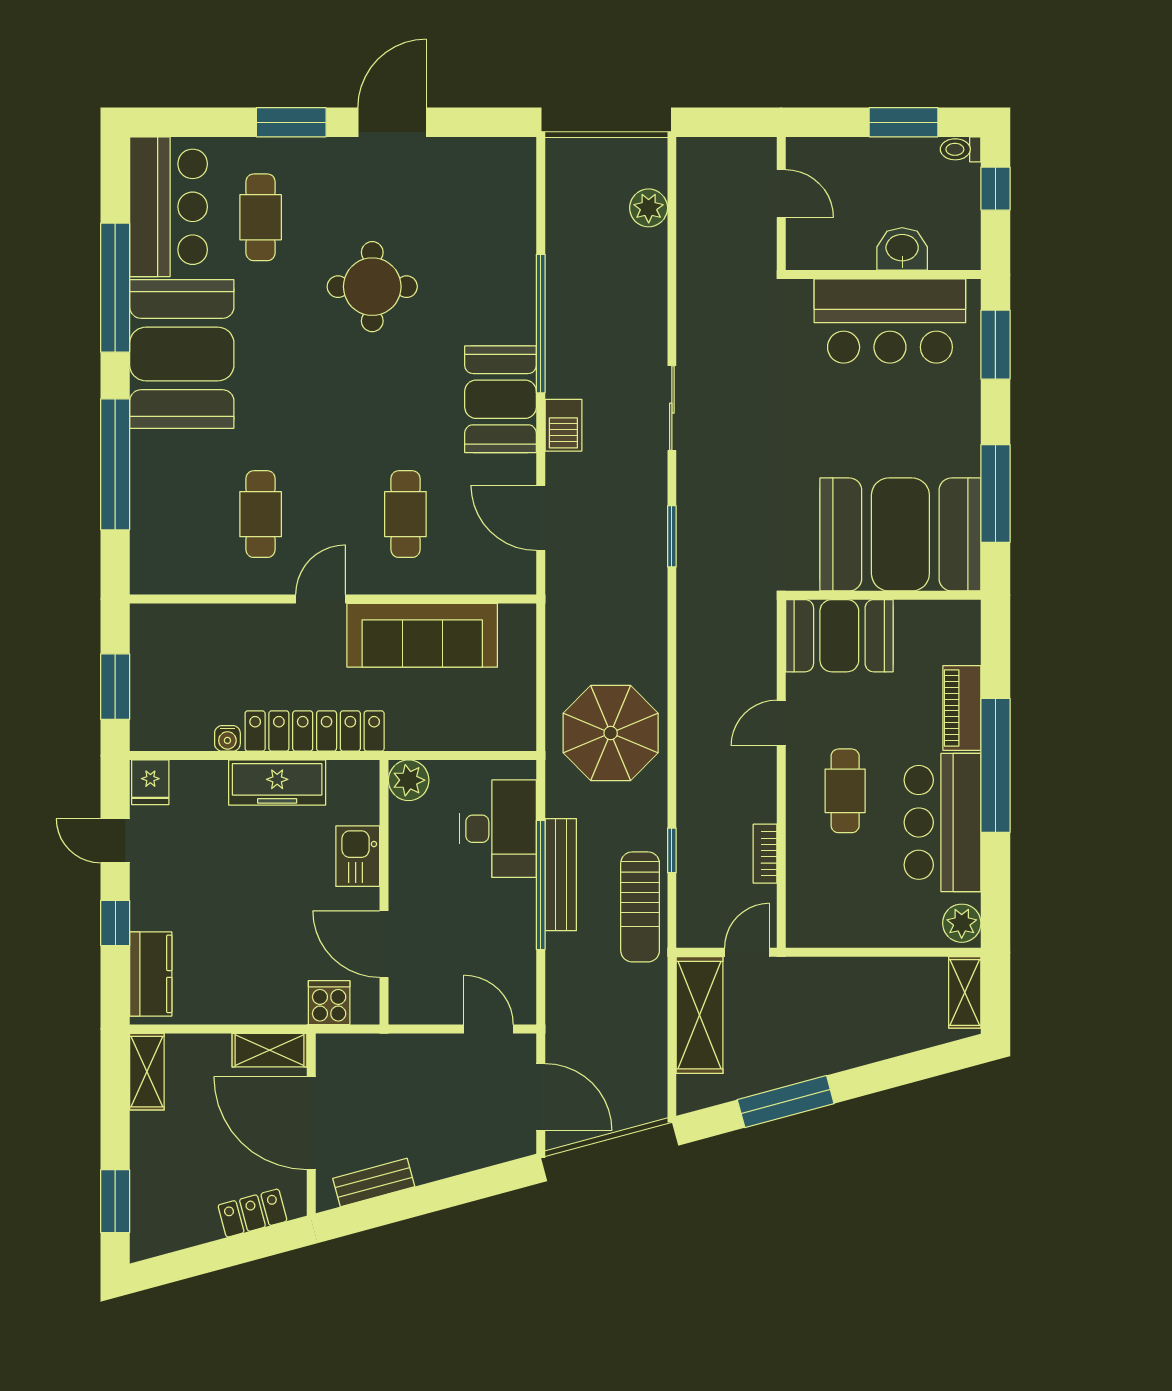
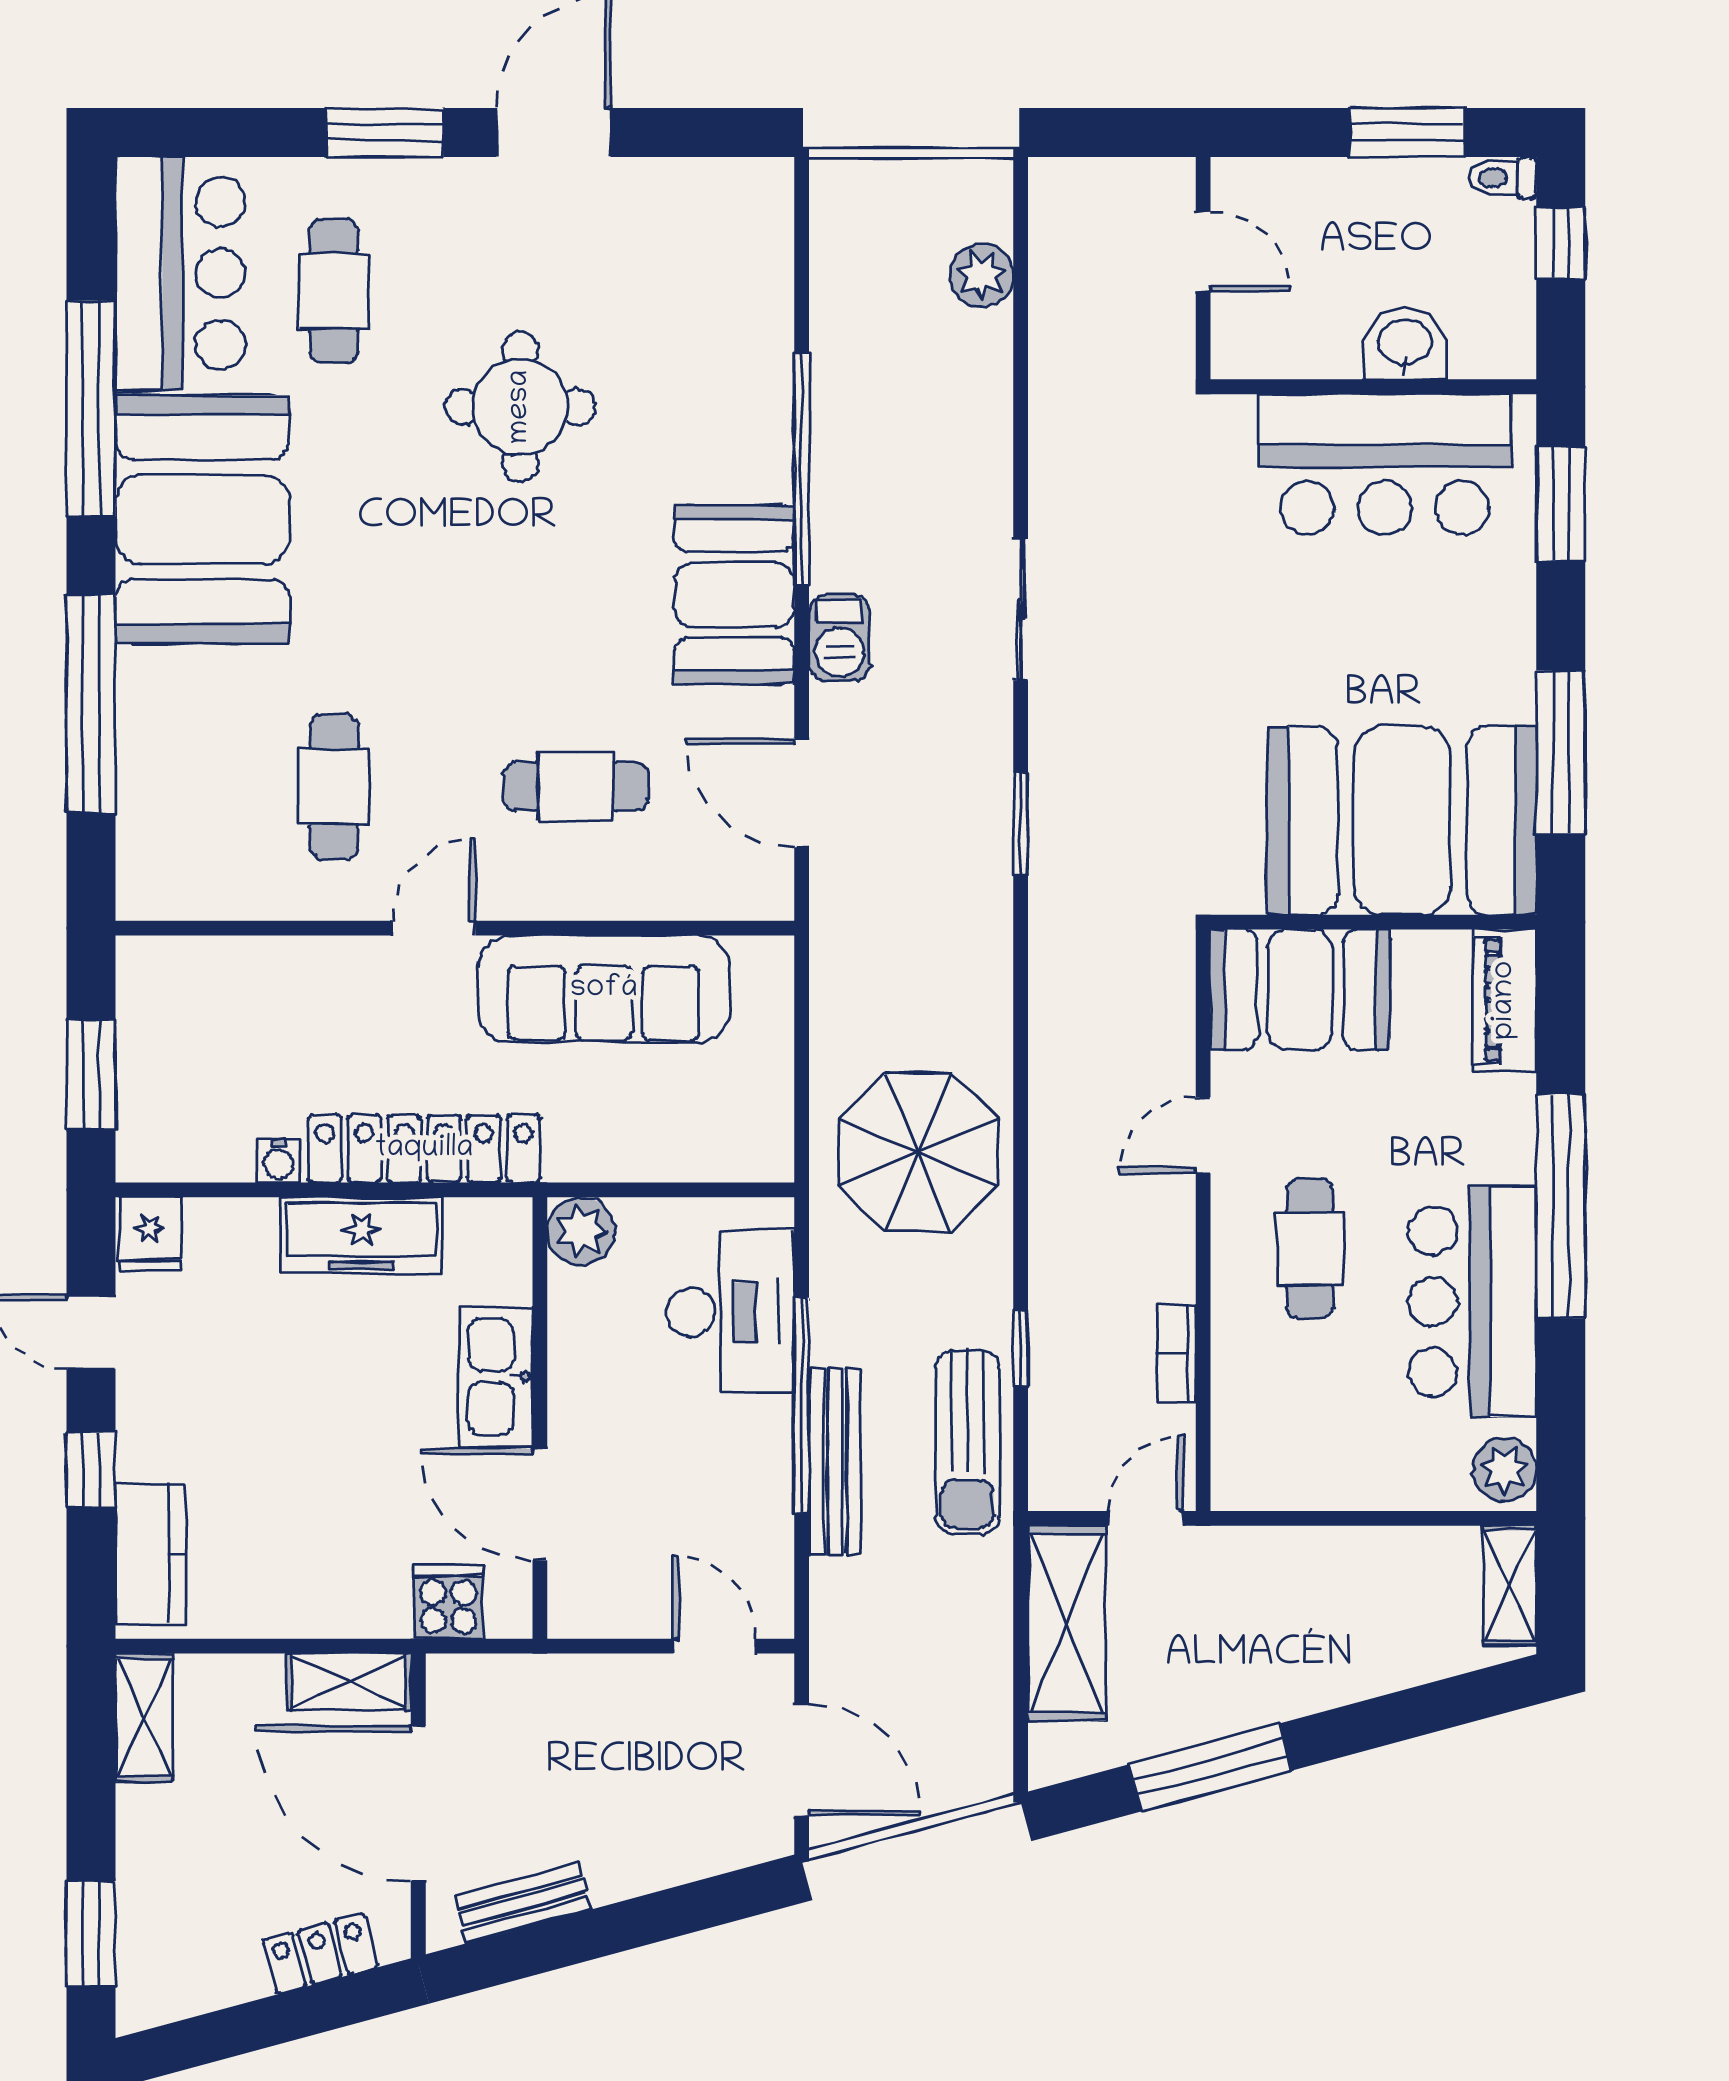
cafe table: (405, 514) -> (576, 787), turned 90
piano: (962, 708) -> (1505, 1000), moved
kitchen sink: (358, 856) -> (496, 1377), width x1.38
bench: (561, 875) -> (835, 1461), moved

